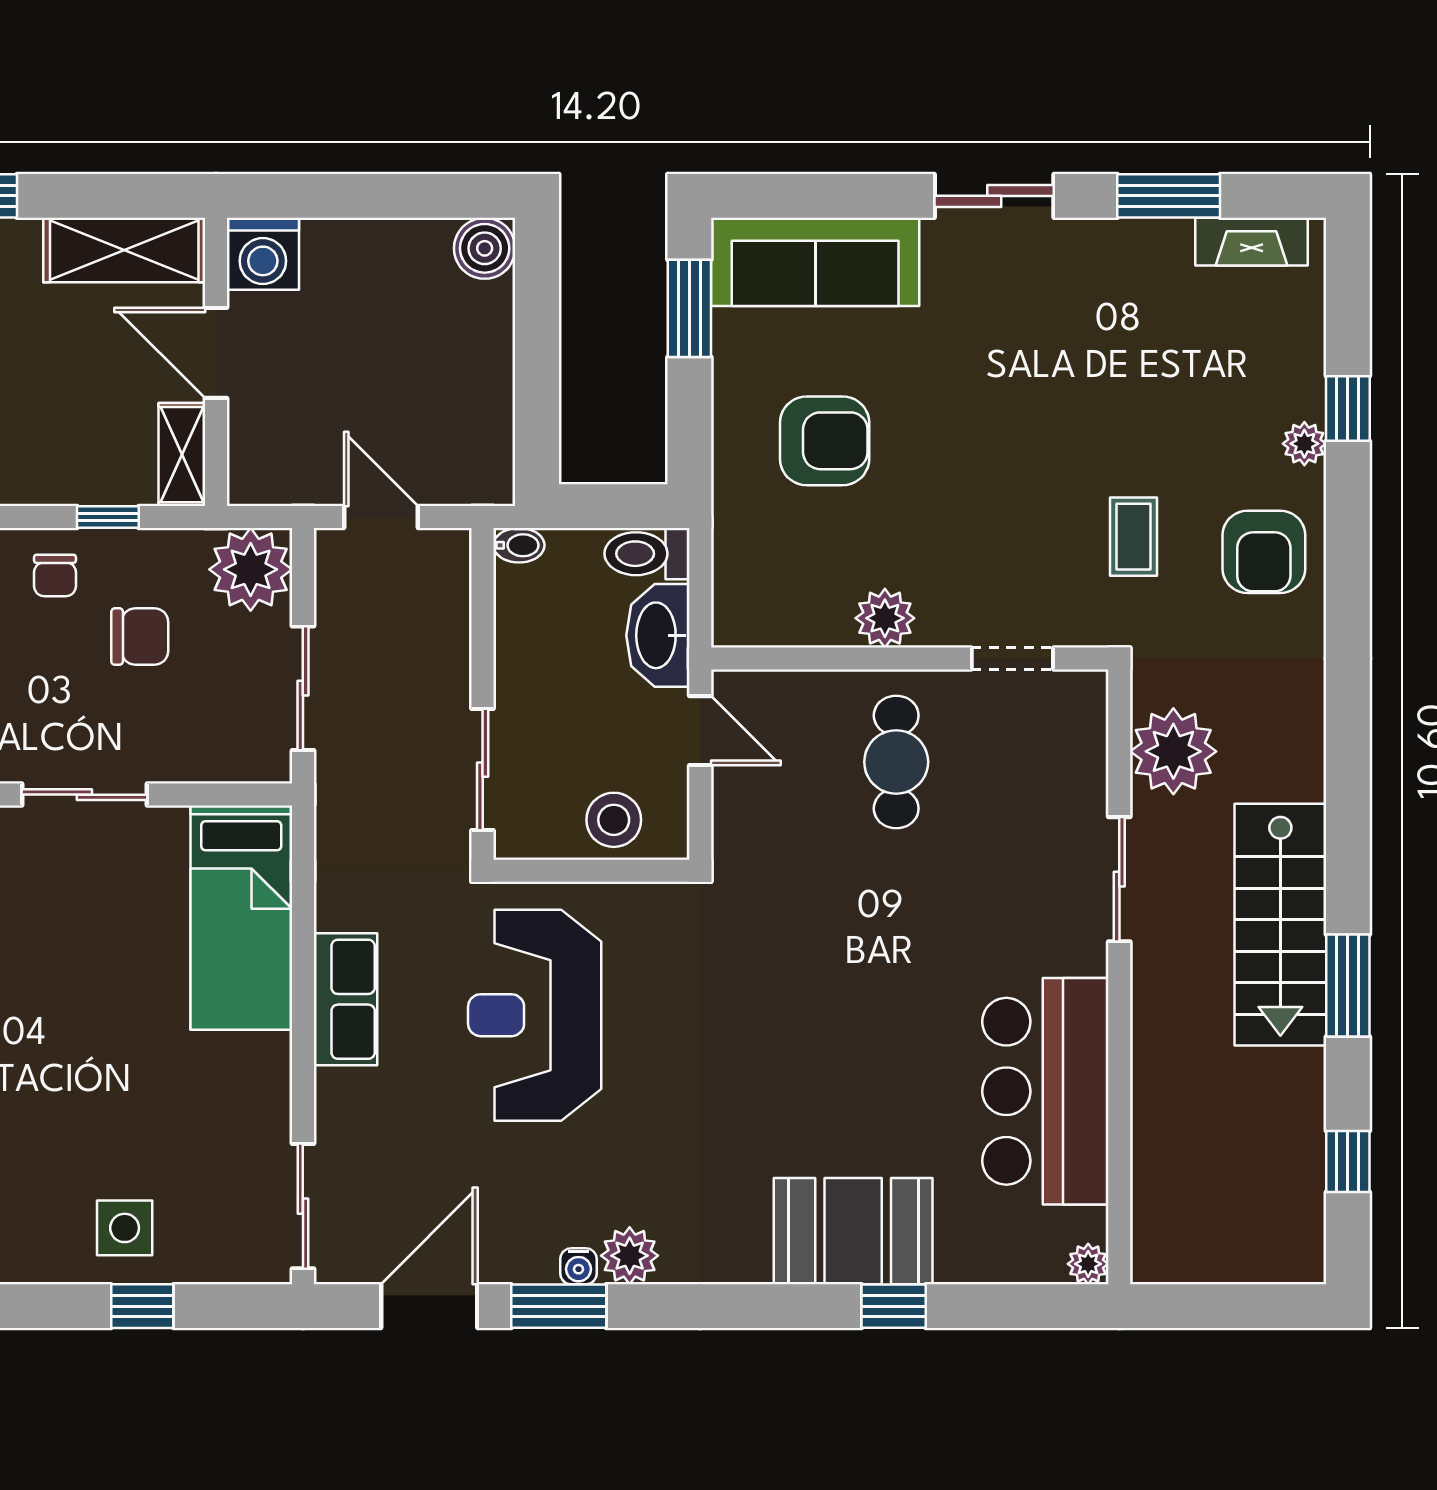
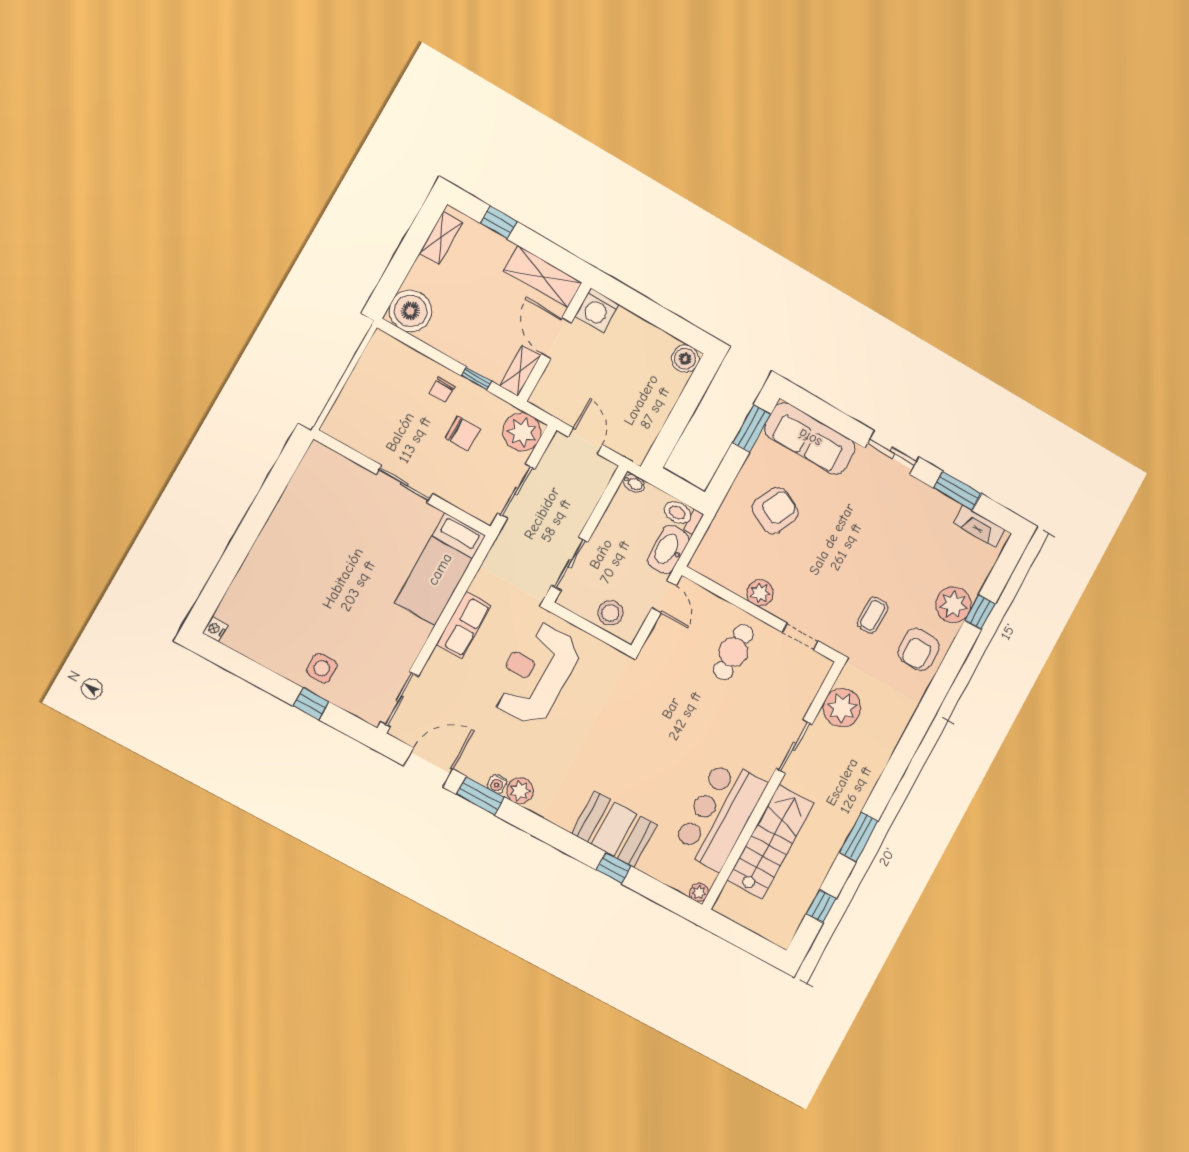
armchair: (825, 441) -> (775, 510), turned -64
plant: (1304, 444) -> (953, 605), width x1.87, depth x1.87
stairs: (1280, 925) -> (771, 842), moved, turned 180

